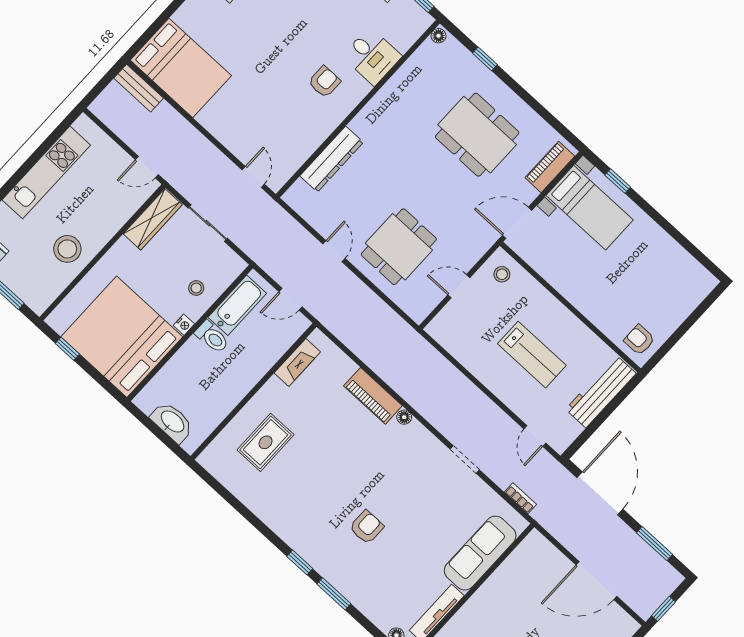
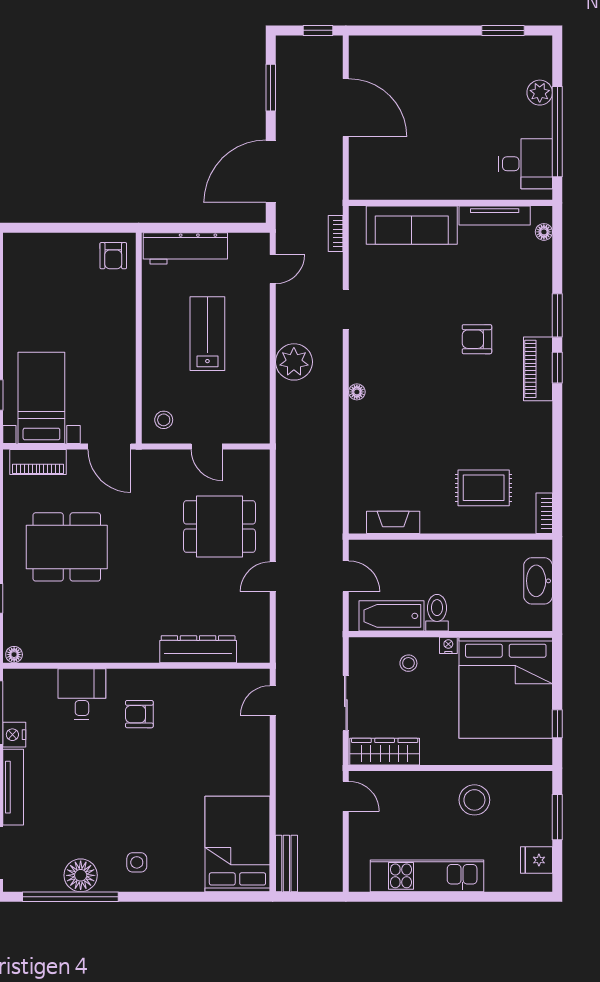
dining table: (477, 135) -> (67, 547), turned 90
plant: (462, 394) -> (294, 362), added
piano: (373, 396) -> (538, 369), moved, turned 180
bookcase: (212, 467) -> (544, 513), added

